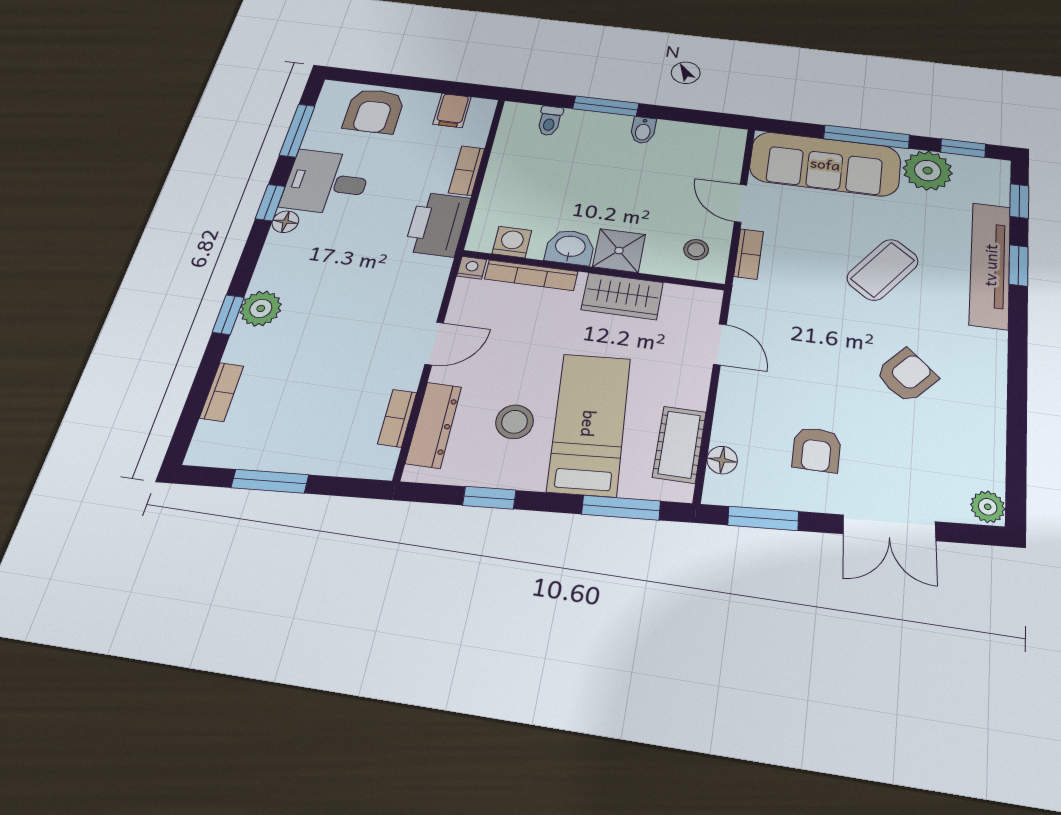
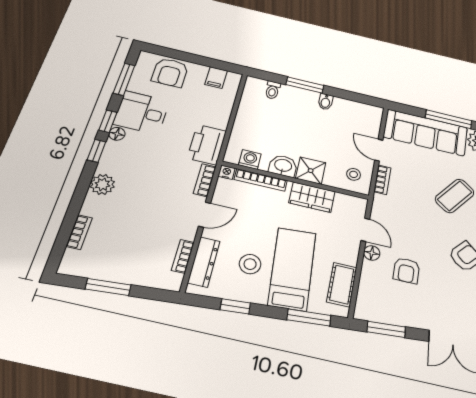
bookcase: (467, 171) -> (205, 180), moved
window: (228, 315) -> (97, 151), moved
armchair: (817, 450) -> (406, 270), moved
floor lamp: (722, 460) -> (372, 253), moved

